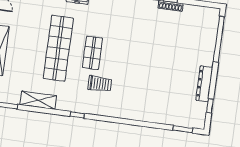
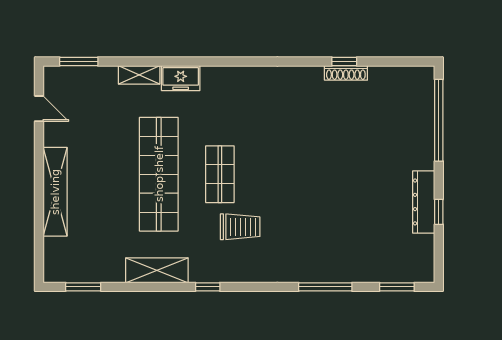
shelving: (38, 100) -> (157, 270), moved
window: (210, 106) -> (439, 212), moved
window: (143, 124) -> (325, 287), added

